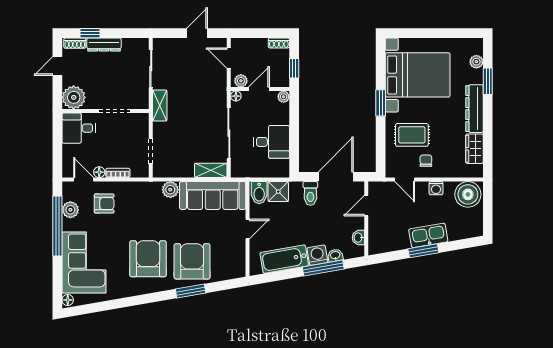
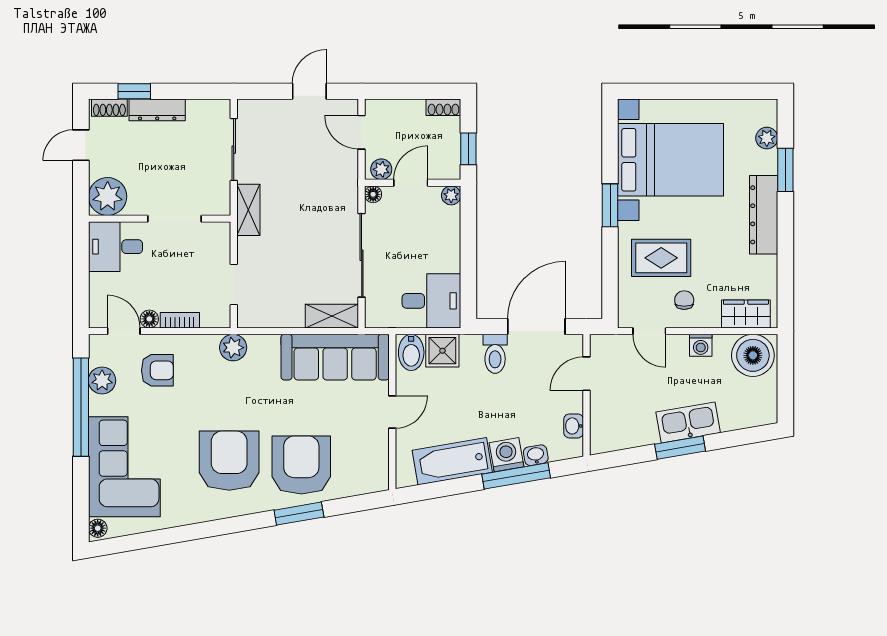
desk: (272, 142) -> (431, 301), moved
wardrobe: (474, 149) -> (746, 314), moved, turned 90
plant: (170, 190) -> (233, 348), moved

